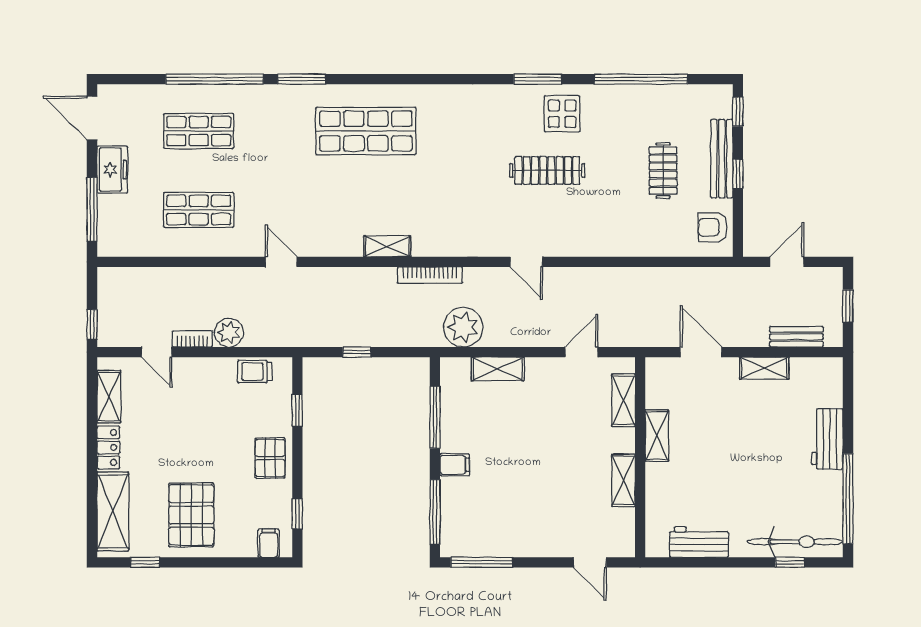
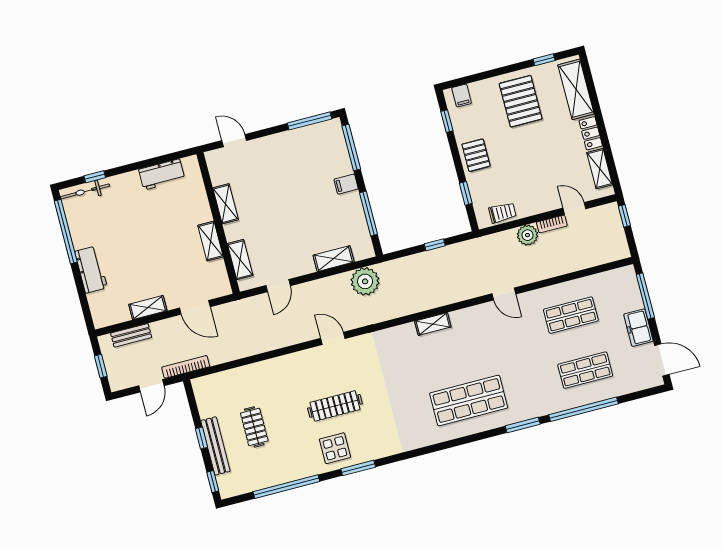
armchair: (713, 227) -> (209, 396), removed
bookcase: (430, 275) -> (186, 367), moved
bicycle: (795, 542) -> (85, 191), width x0.73, depth x0.71

